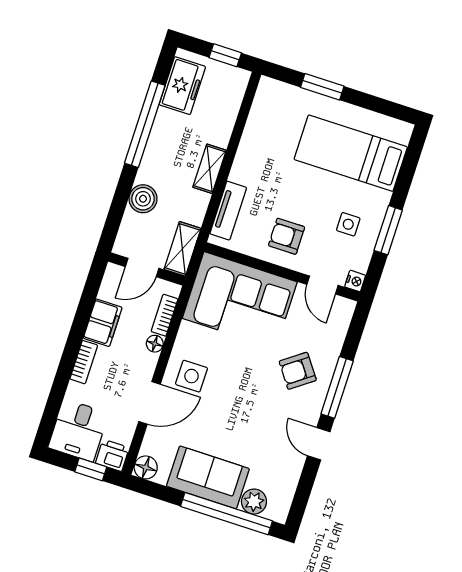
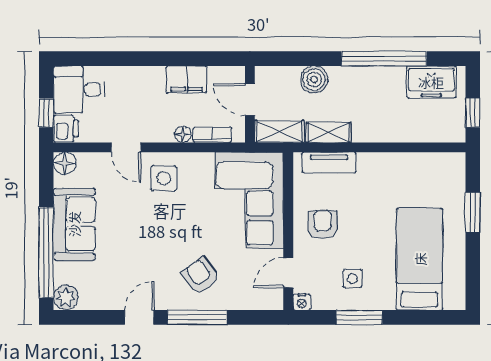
shelving: (210, 169) -> (328, 132), moved
bookcase: (84, 362) -> (144, 74), removed
door: (149, 403) -> (126, 147), width x0.73
plant: (254, 502) -> (66, 297), moved

